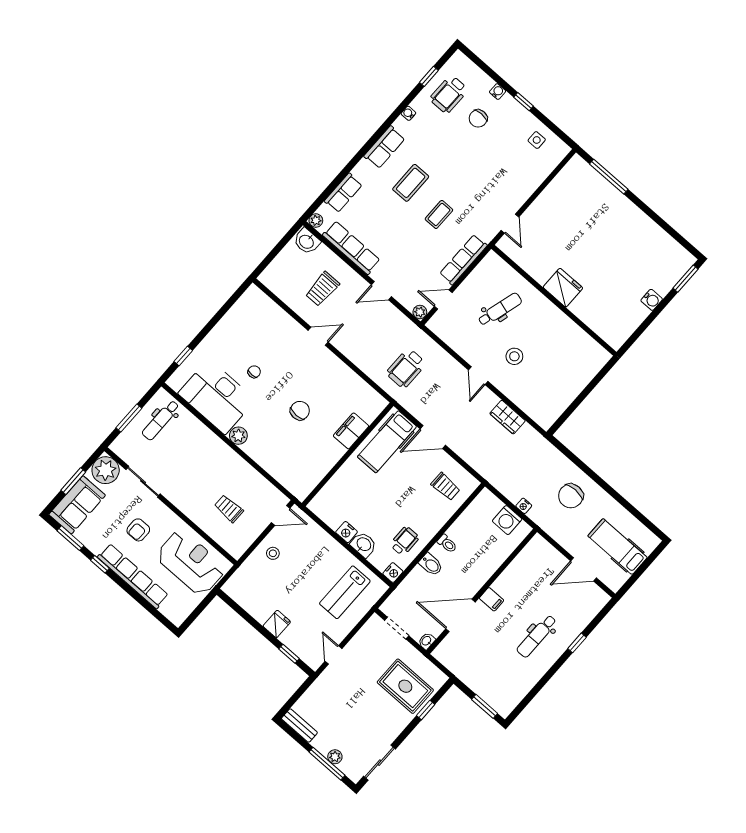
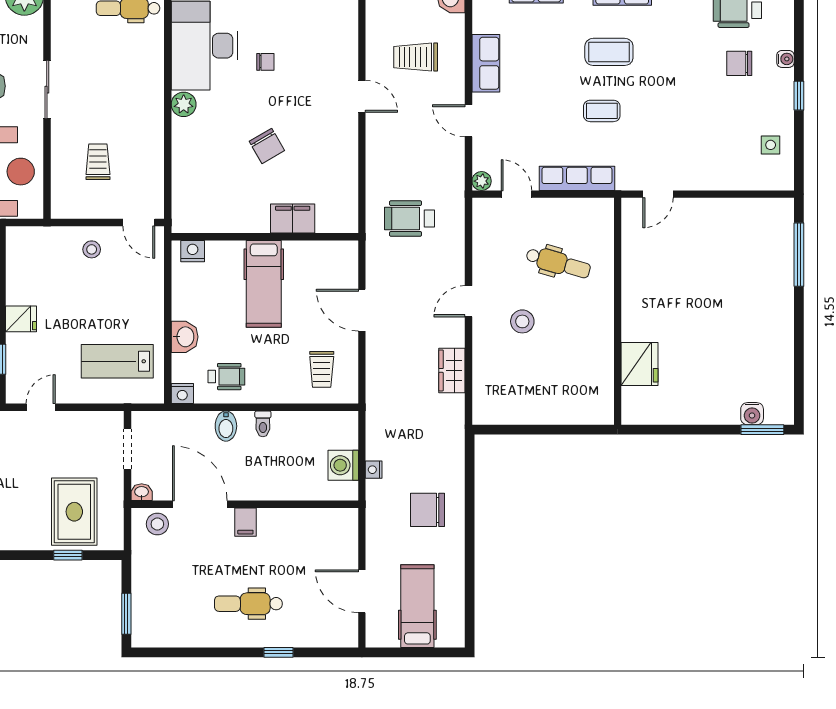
row of seats: (351, 248) -> (486, 63), width x0.68
fridge: (563, 288) -> (639, 364), moved
water cooler: (652, 300) -> (752, 414), moved
chair: (300, 411) -> (267, 146), turned 60
hospital bed: (387, 442) -> (264, 284), moved, turned -90
sliding door: (143, 482) -> (47, 90), moved
nightstand: (347, 532) -> (193, 251), moved, turned 90
stool: (451, 647) -> (157, 524), added

